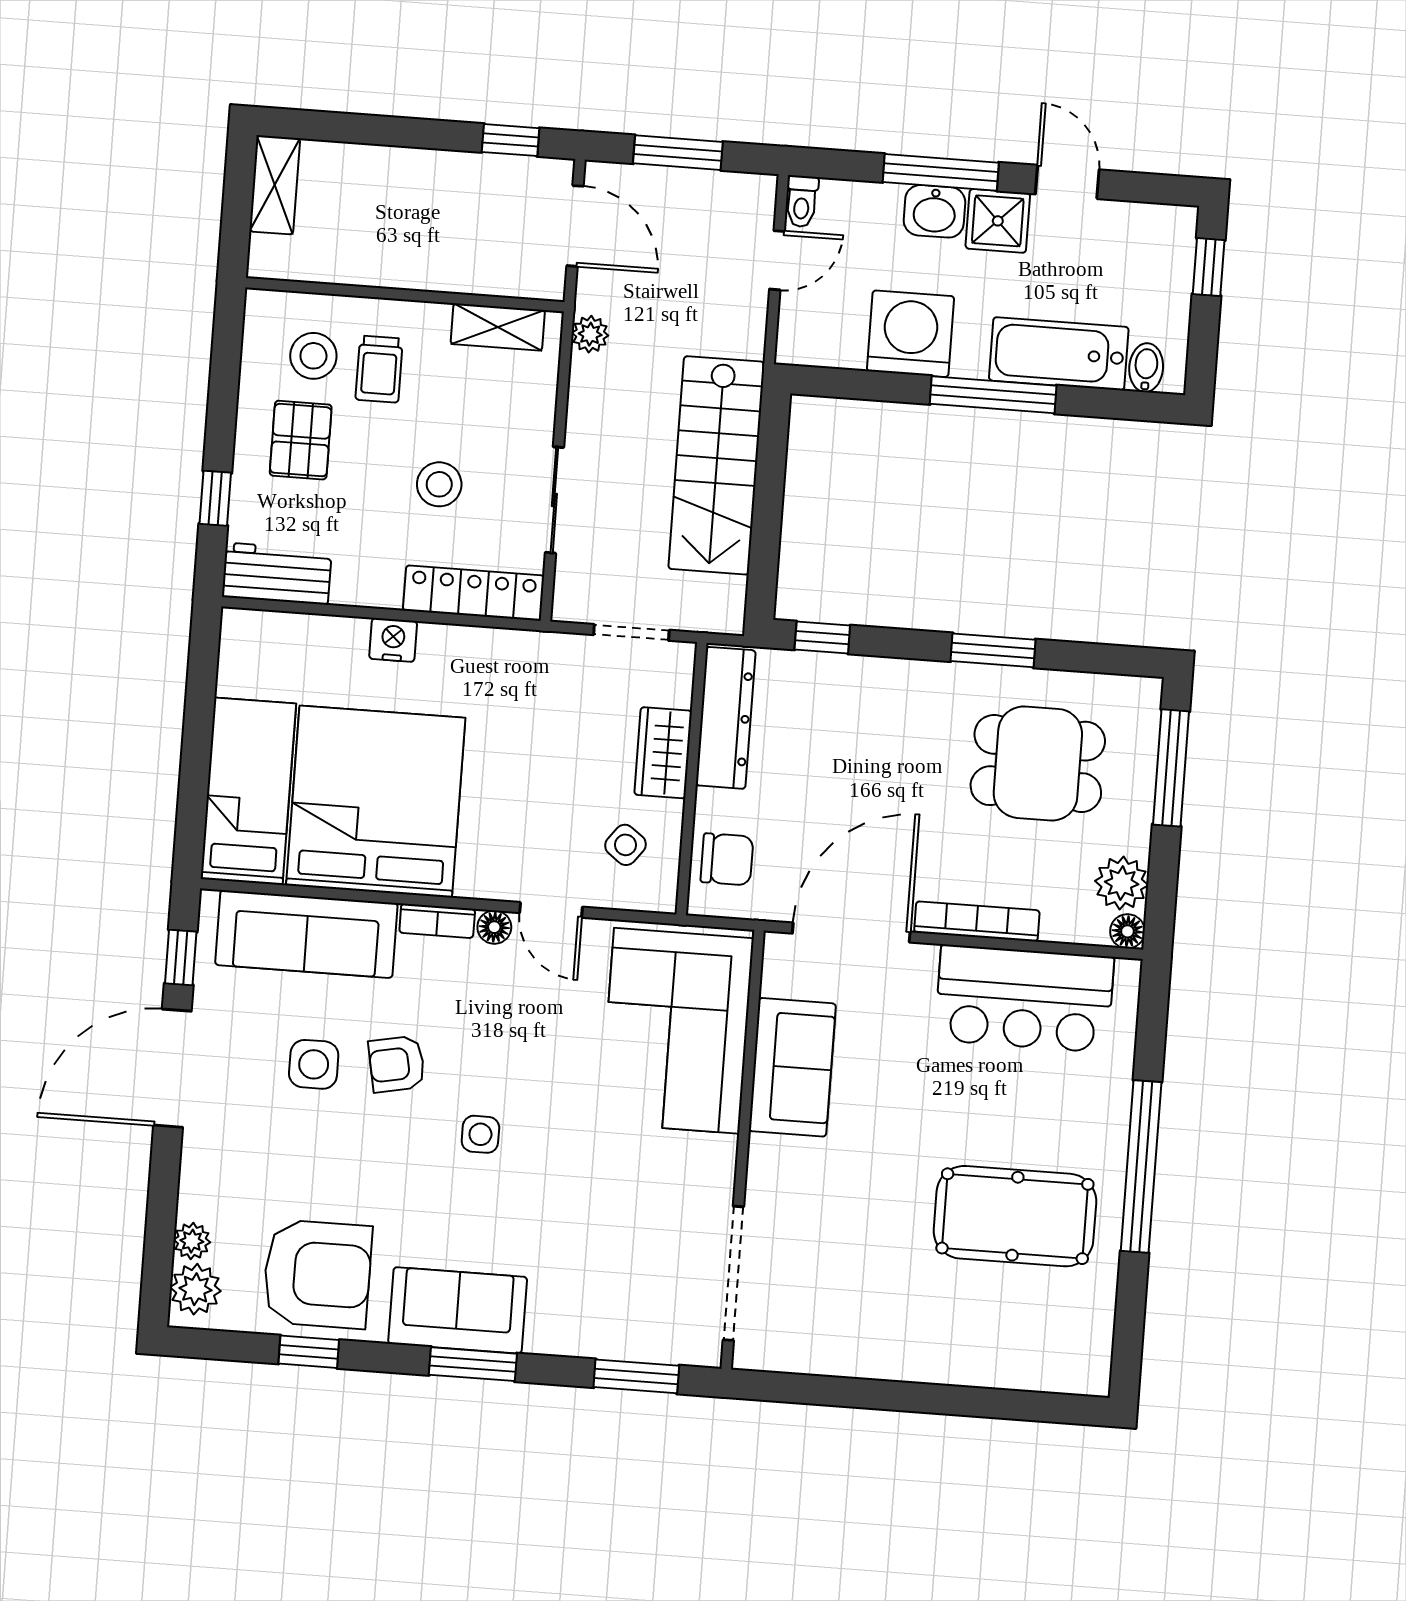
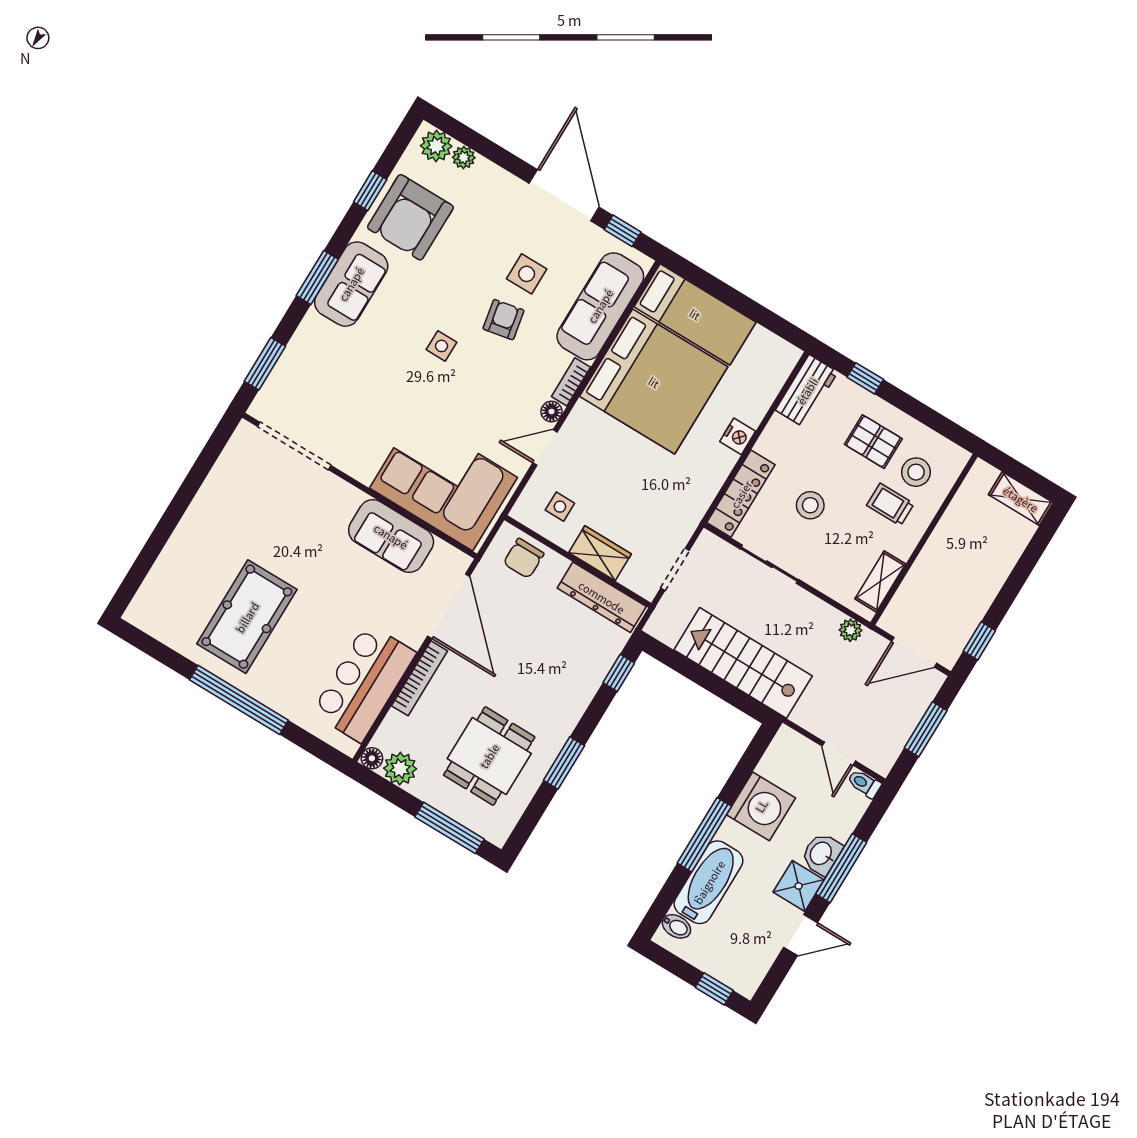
side table: (625, 845) -> (560, 507), turned -37

